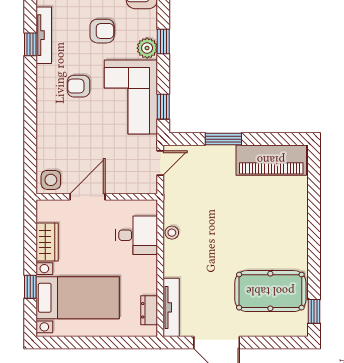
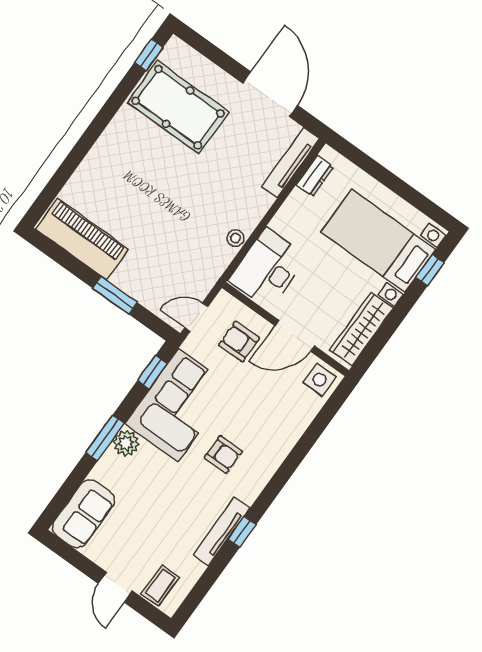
armchair: (102, 31) -> (239, 341), moved
window: (163, 42) -> (105, 438), width x1.50
desk: (136, 235) -> (268, 269), width x1.37
wardrobe: (47, 242) -> (362, 329), width x1.50
window: (30, 287) -> (430, 270), moved

